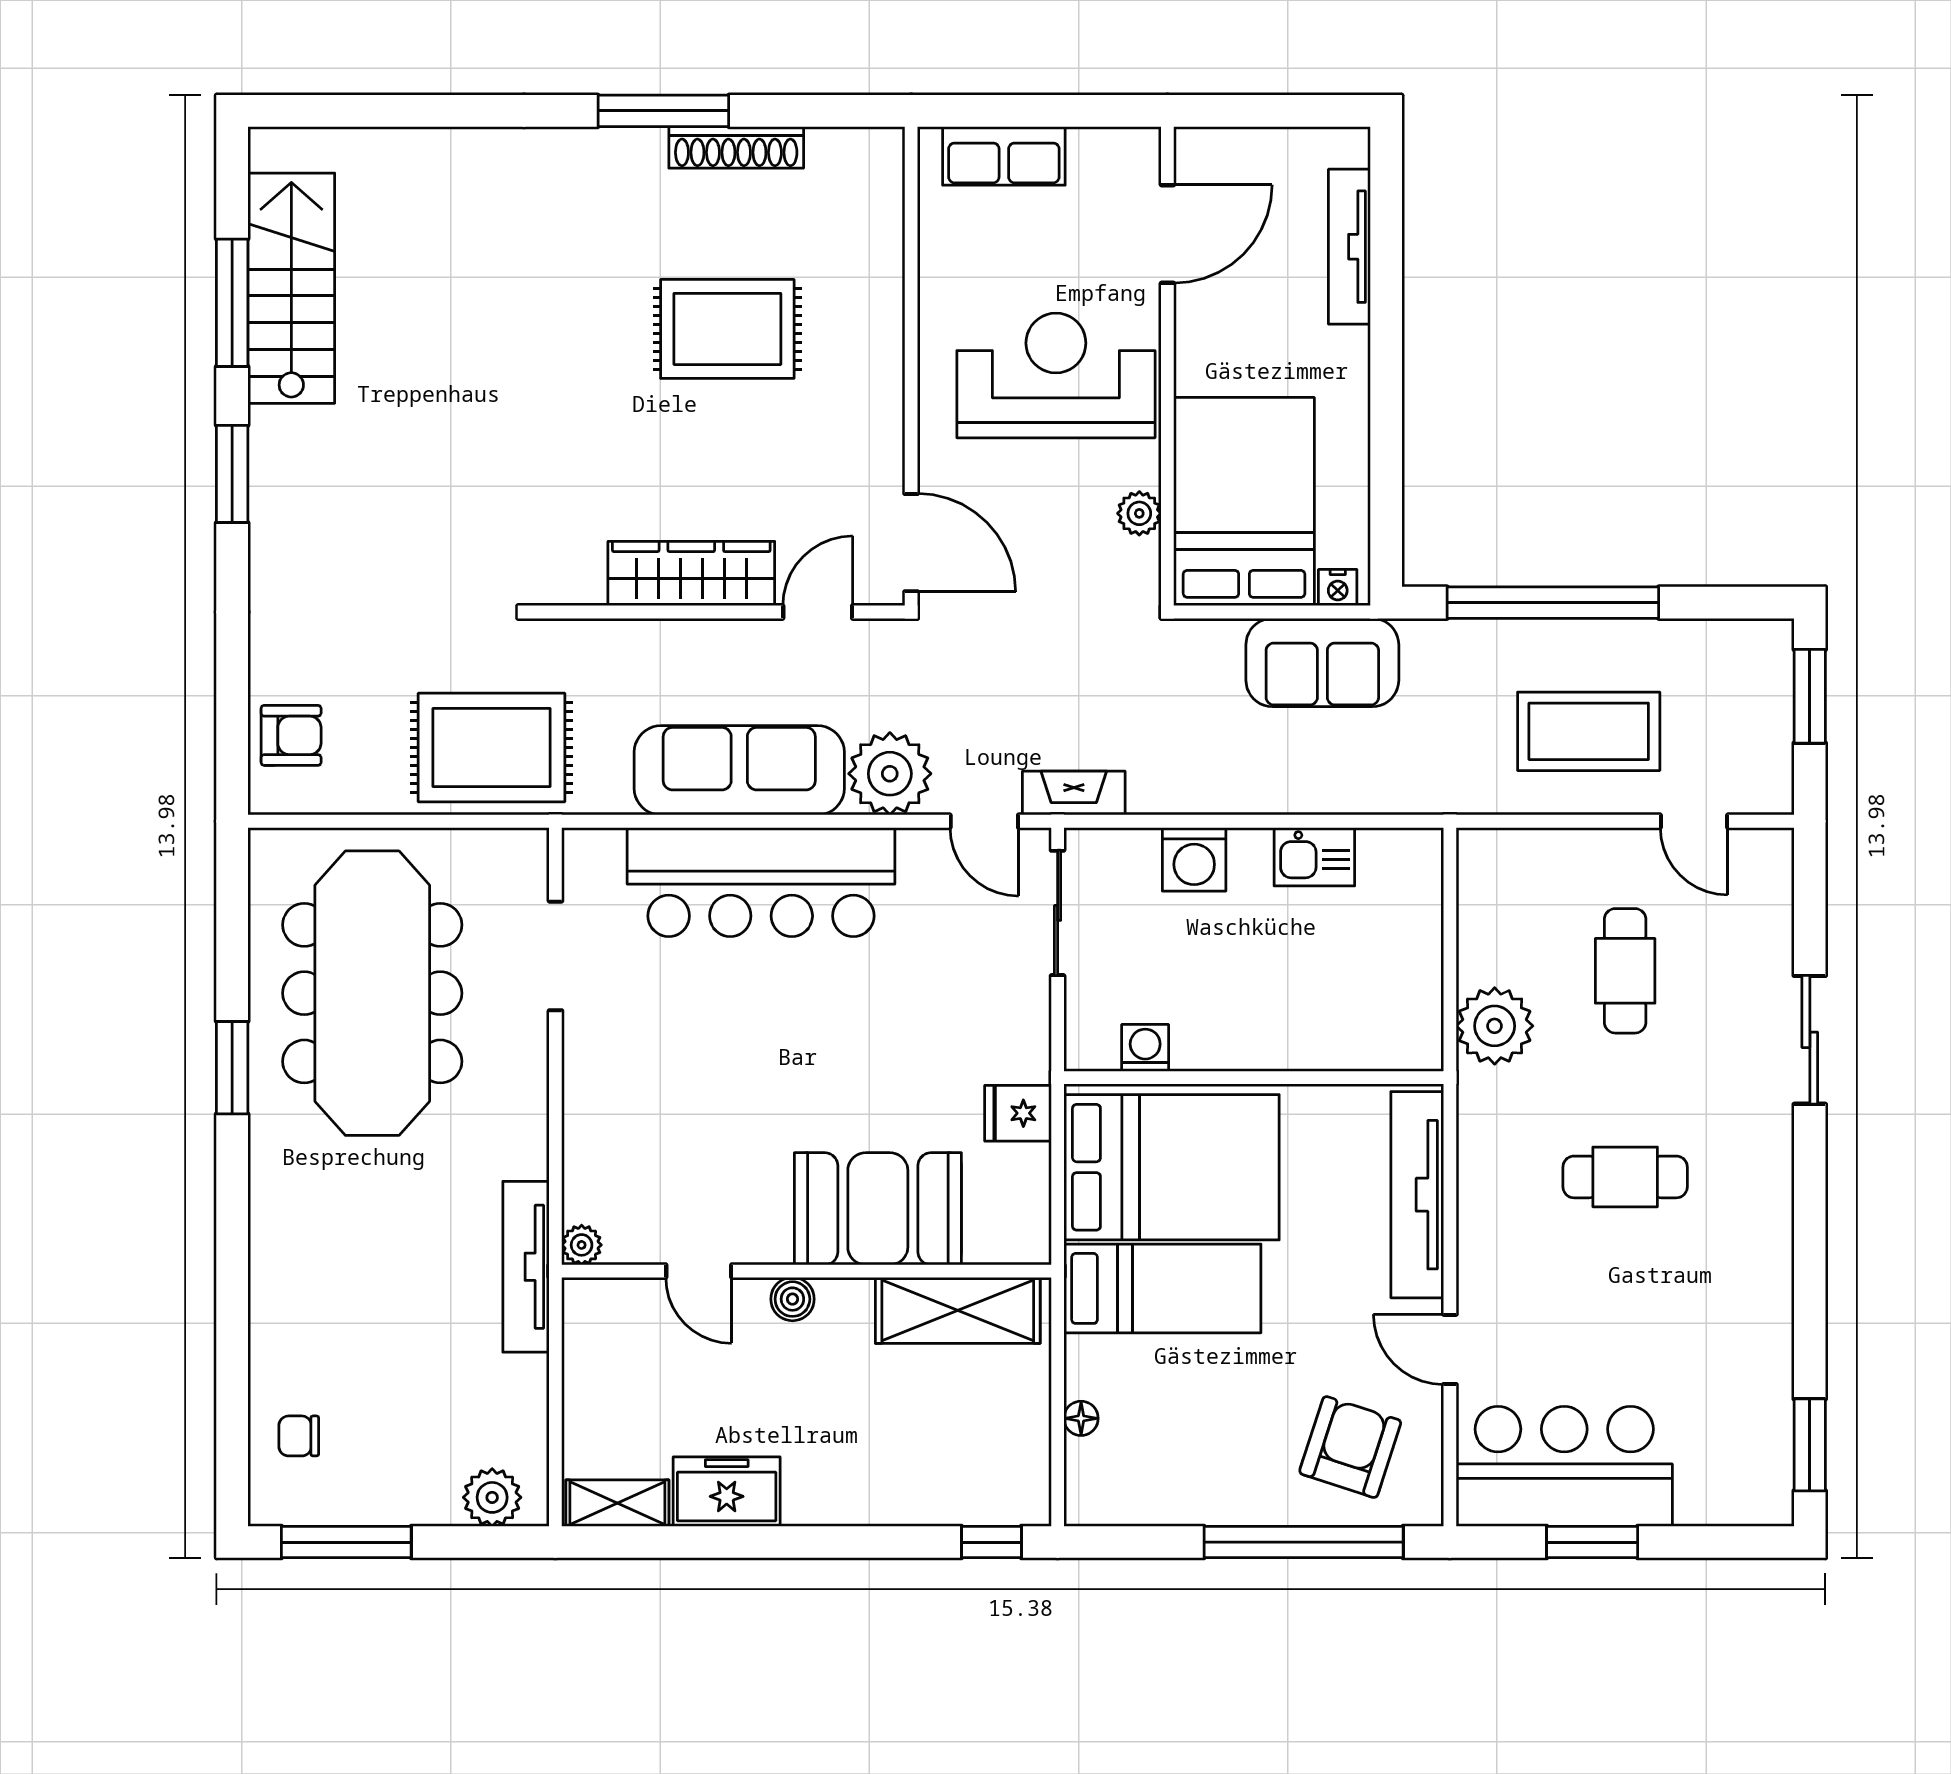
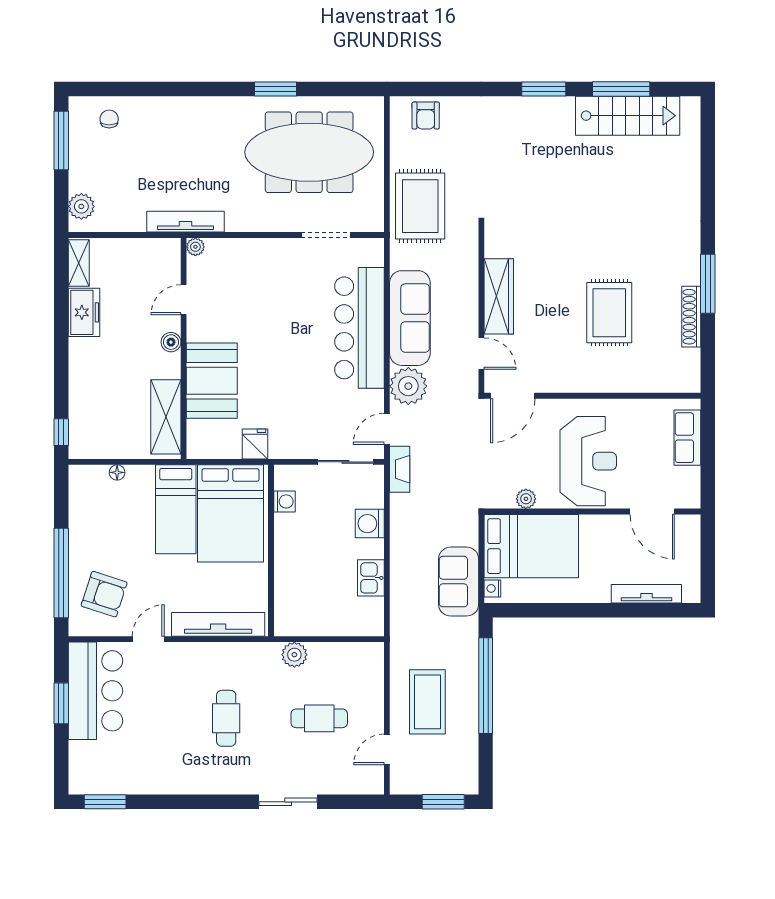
plant: (1495, 1026) -> (294, 655), width x0.73, depth x0.73

